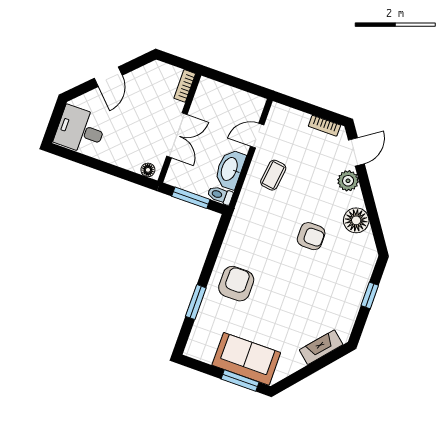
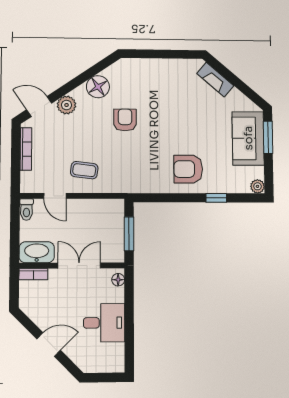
bookcase: (324, 126) -> (26, 149), width x1.56
desk: (80, 130) -> (104, 323), moved, turned -90
washbasin: (230, 169) -> (37, 252), moved, turned 180
toilet: (220, 195) -> (26, 209), moved
window: (370, 295) -> (157, 54), removed
window: (196, 302) -> (216, 198), width x0.67
plant: (192, 350) -> (257, 186), added

